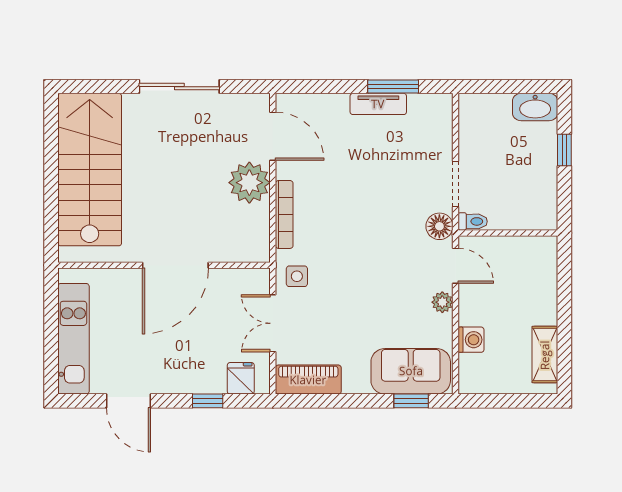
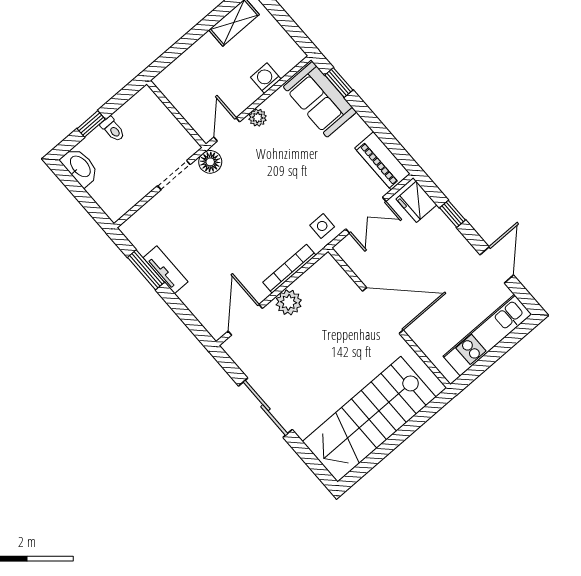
plant: (249, 183) -> (289, 302), width x0.73, depth x0.73
toilet: (473, 221) -> (113, 129), moved, turned 180
fridge: (241, 378) -> (416, 202), width x1.38

